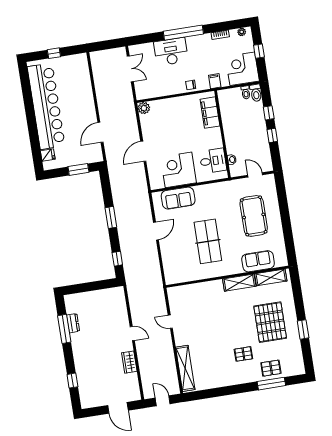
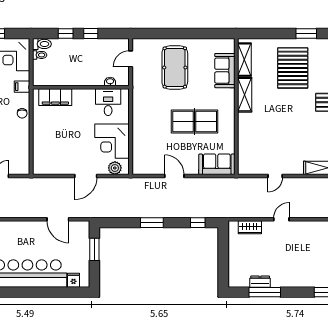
plant: (144, 108) -> (115, 168), moved
door: (143, 151) -> (86, 176), hinge flipped
sofa: (178, 198) -> (217, 164), moved, turned -90
pool table: (254, 216) -> (175, 67), turned 90
pallet: (270, 322) -> (293, 68), turned 90
wardrobe: (129, 362) -> (250, 227), moved

